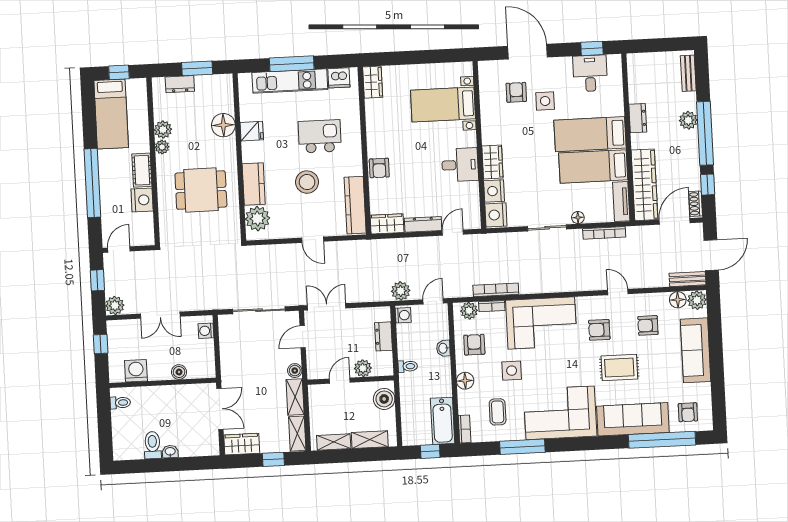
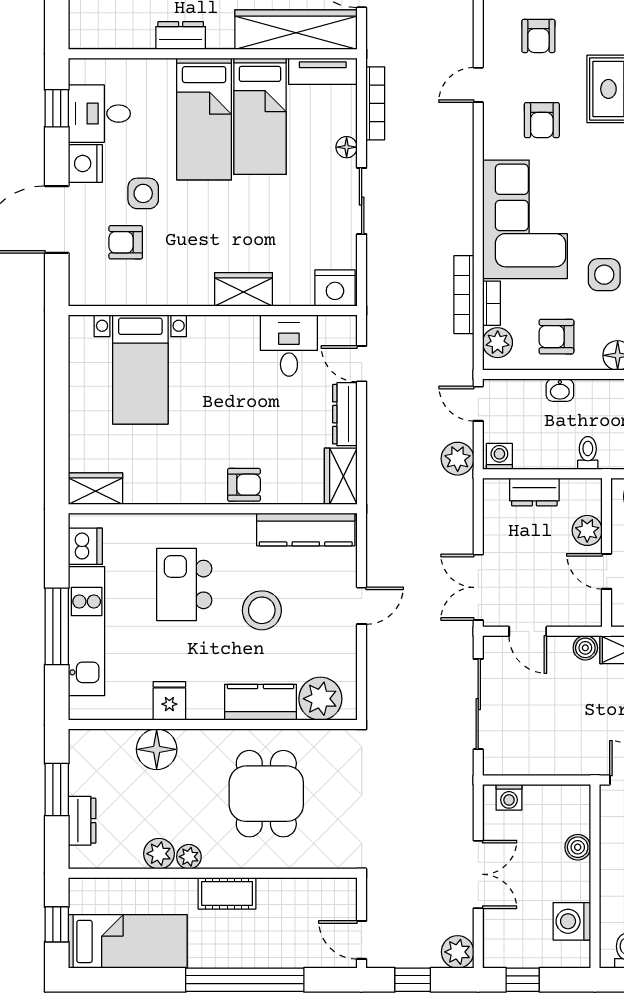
desk: (460, 165) -> (289, 346), moved
nightstand: (494, 191) -> (85, 163), moved, turned 90
nightstand: (142, 200) -> (278, 896), removed

